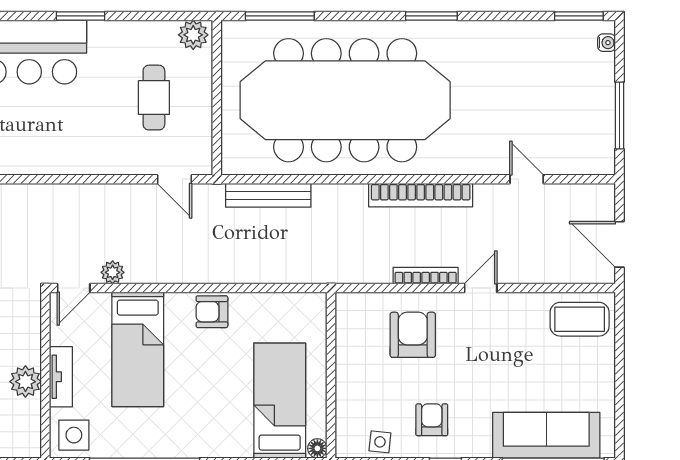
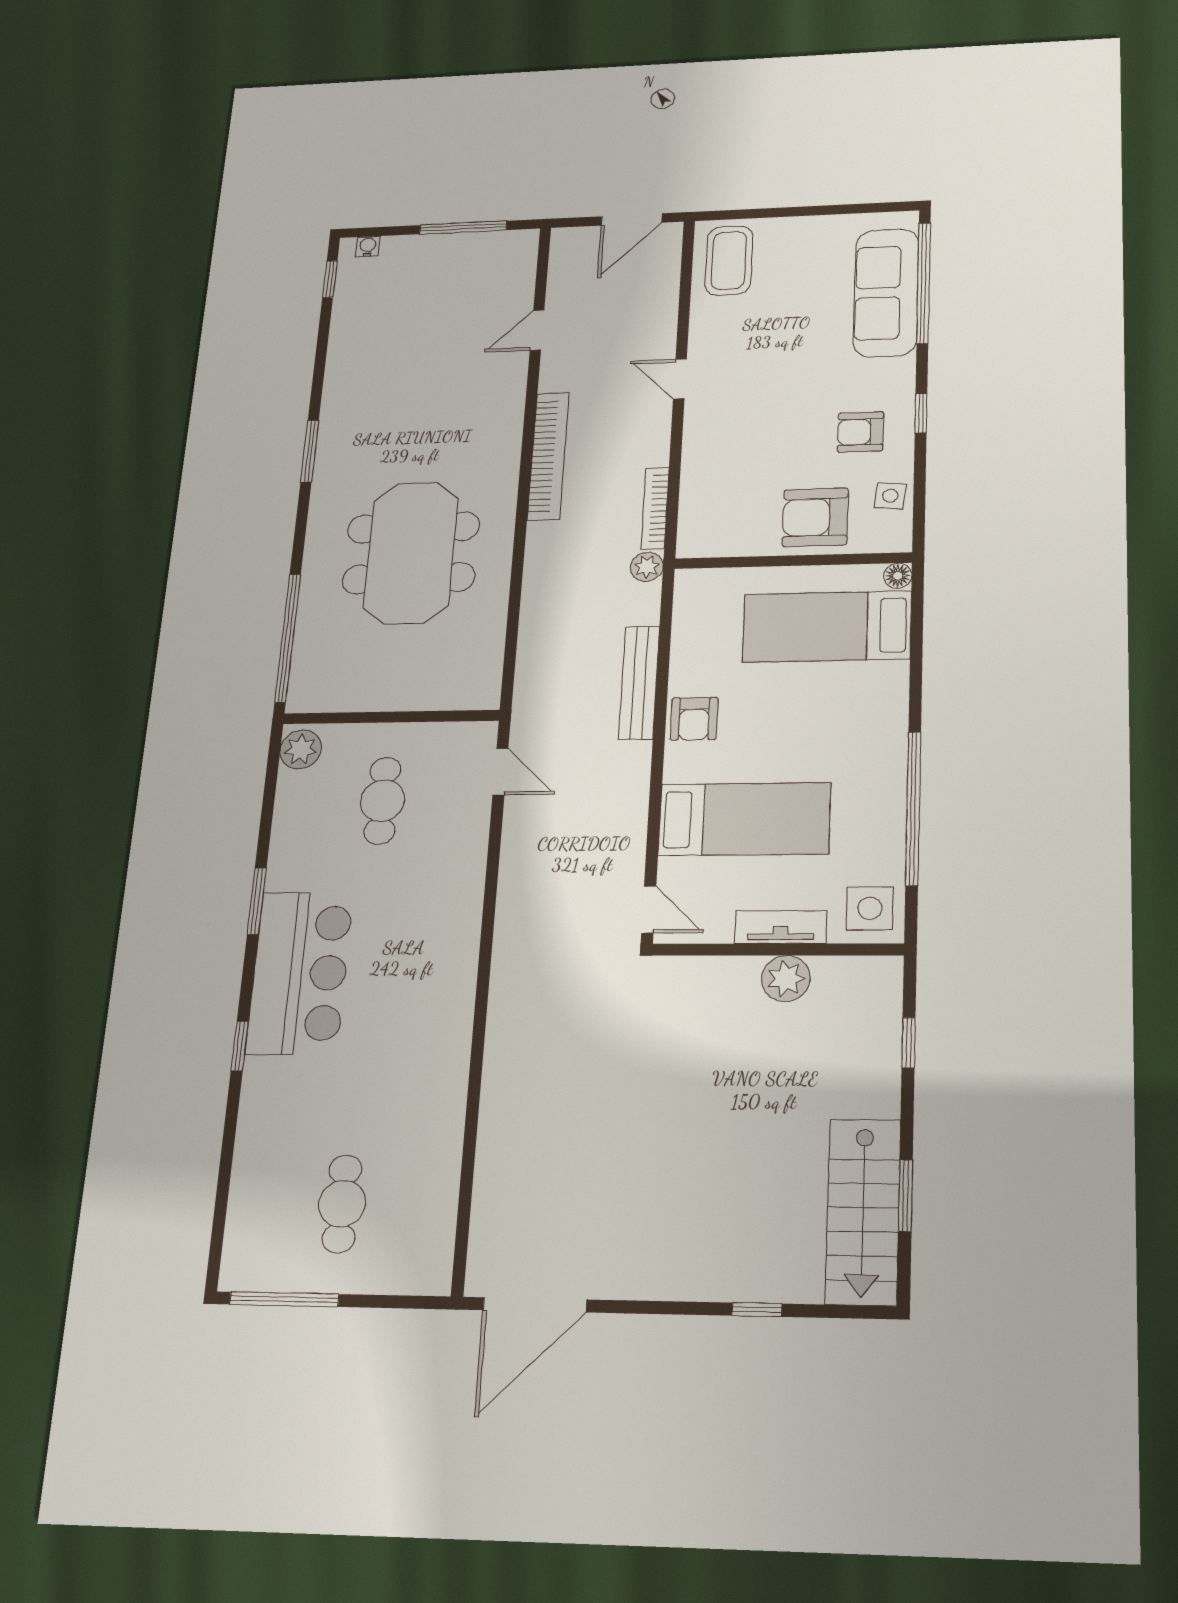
window: (280, 16) -> (288, 638), width x1.46
window: (579, 16) -> (330, 279), width x0.67
cafe table: (154, 98) -> (382, 801), turned 90
meeting table: (345, 100) -> (411, 553), width x0.54, depth x0.79
door: (174, 179) -> (501, 772), hinge flipped
bench: (268, 195) -> (639, 683), moved
plant: (113, 272) -> (647, 567), moved
bookcase: (426, 276) -> (655, 508), moved
armchair: (413, 335) -> (815, 517), moved

